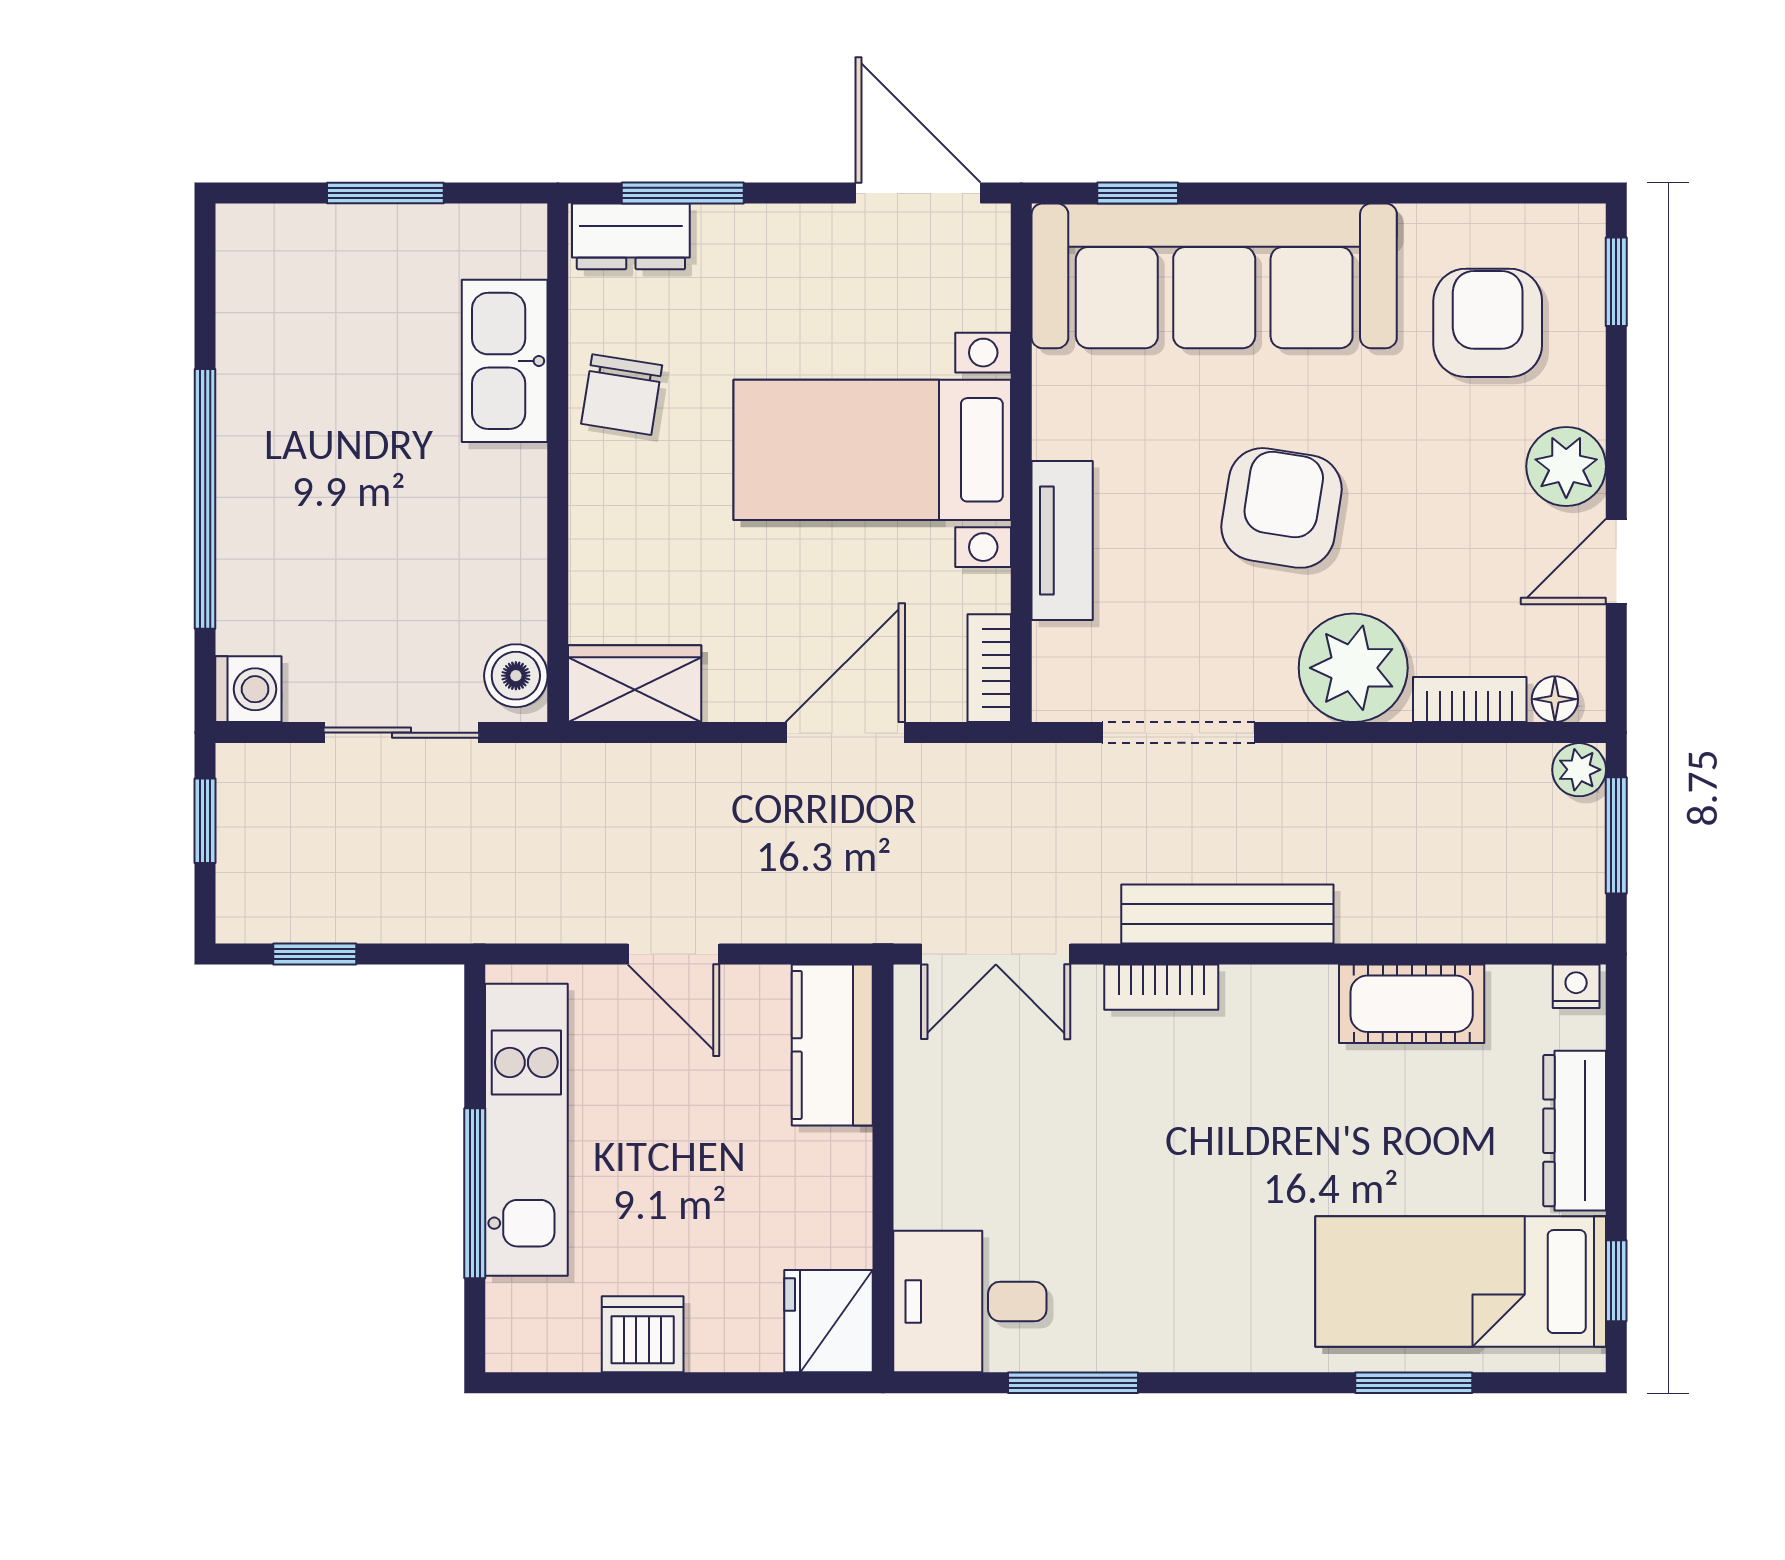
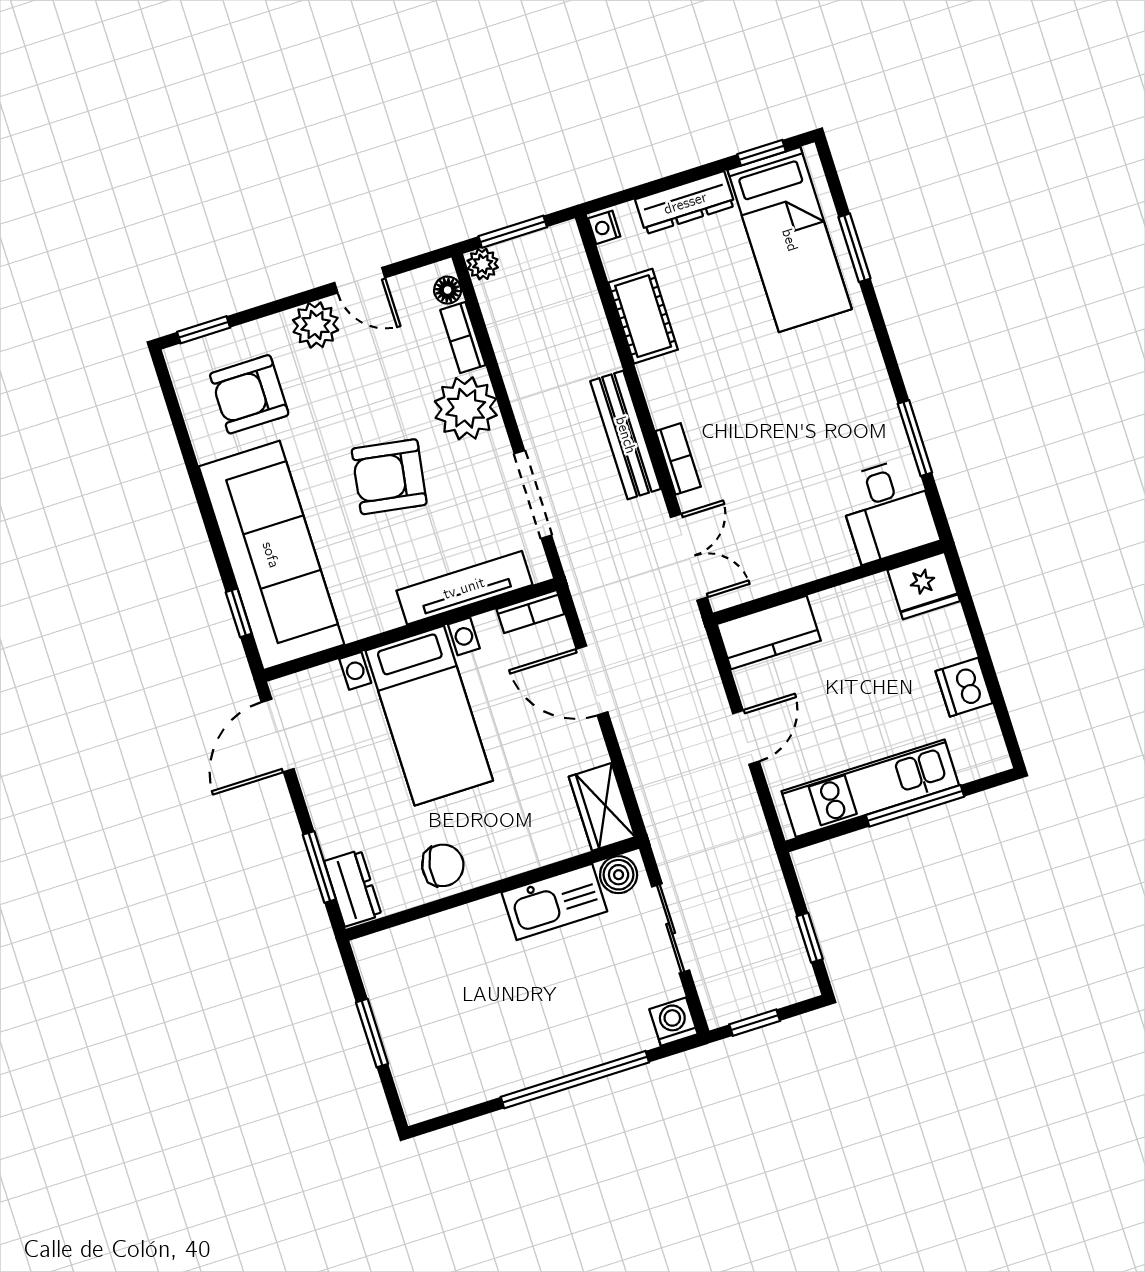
kitchen sink: (505, 361) -> (554, 902), moved
tv unit: (1062, 540) -> (464, 588), width x1.41

